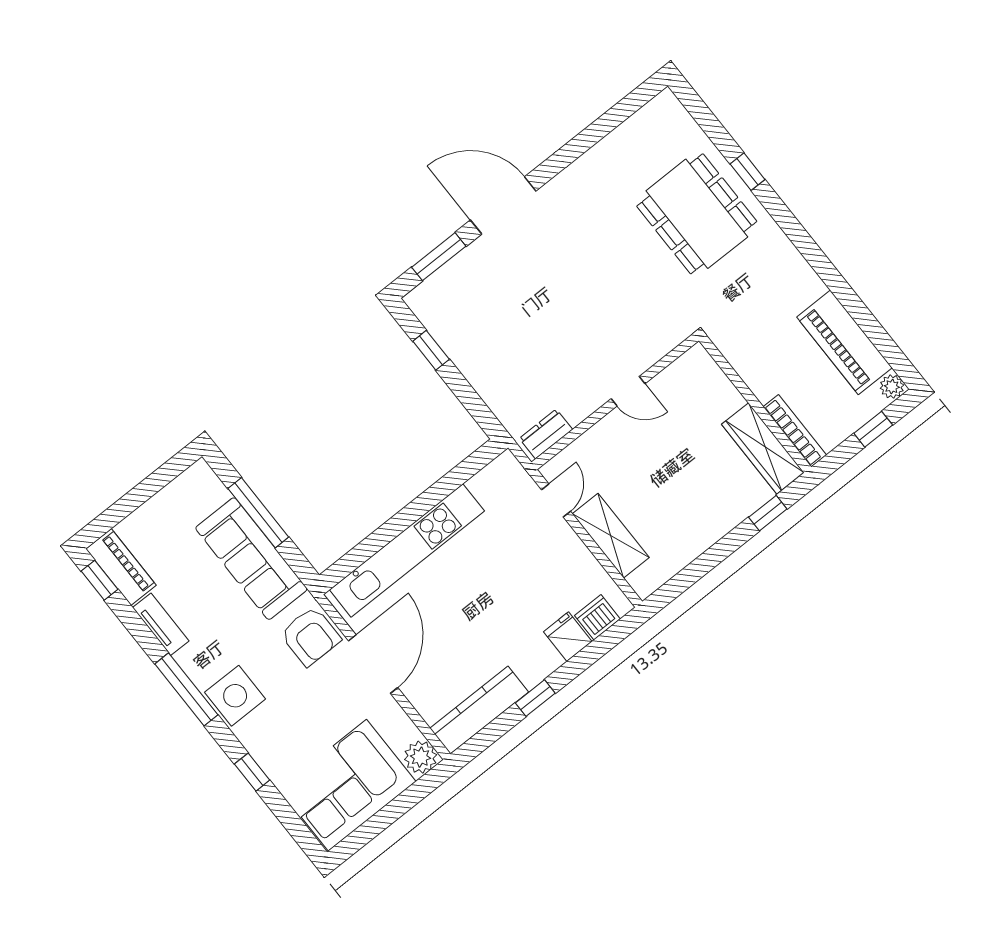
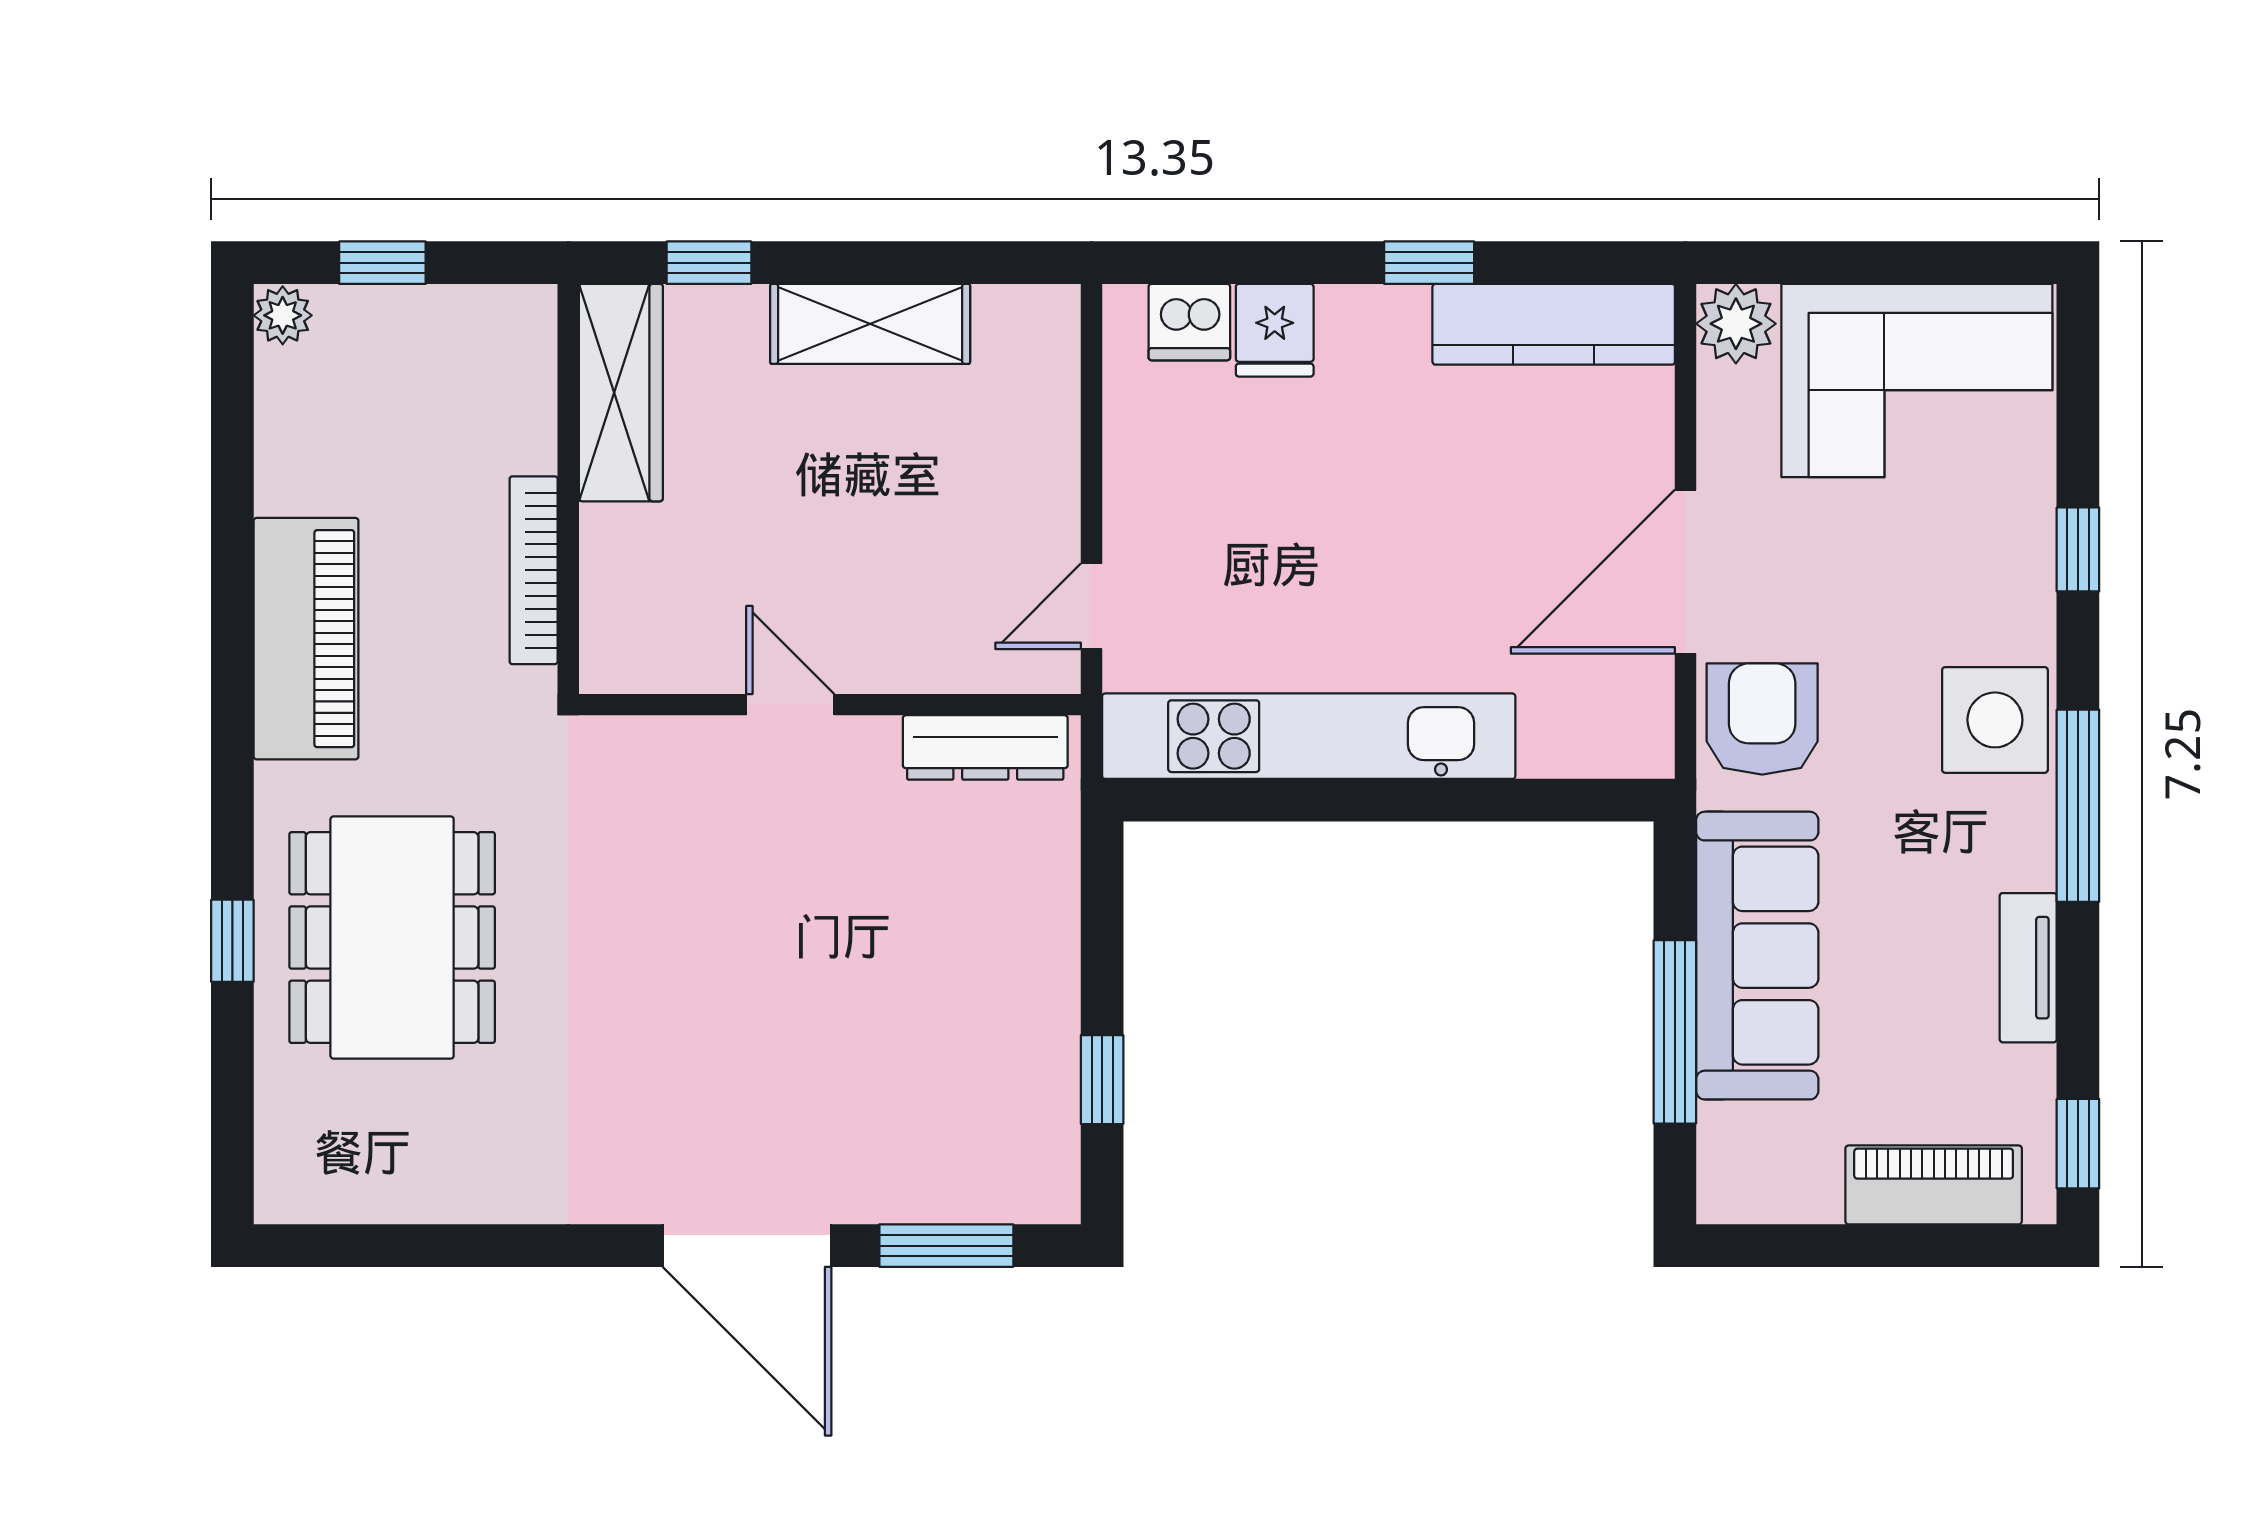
piano: (844, 342) -> (306, 639), moved
bookcase: (795, 431) -> (534, 570), moved
dresser: (546, 434) -> (985, 747), width x1.44
shelving: (611, 536) -> (870, 324), moved, turned 90
kitchen unit: (407, 550) -> (1309, 736), moved
piano: (121, 567) -> (1934, 1185), moved, turned 90

